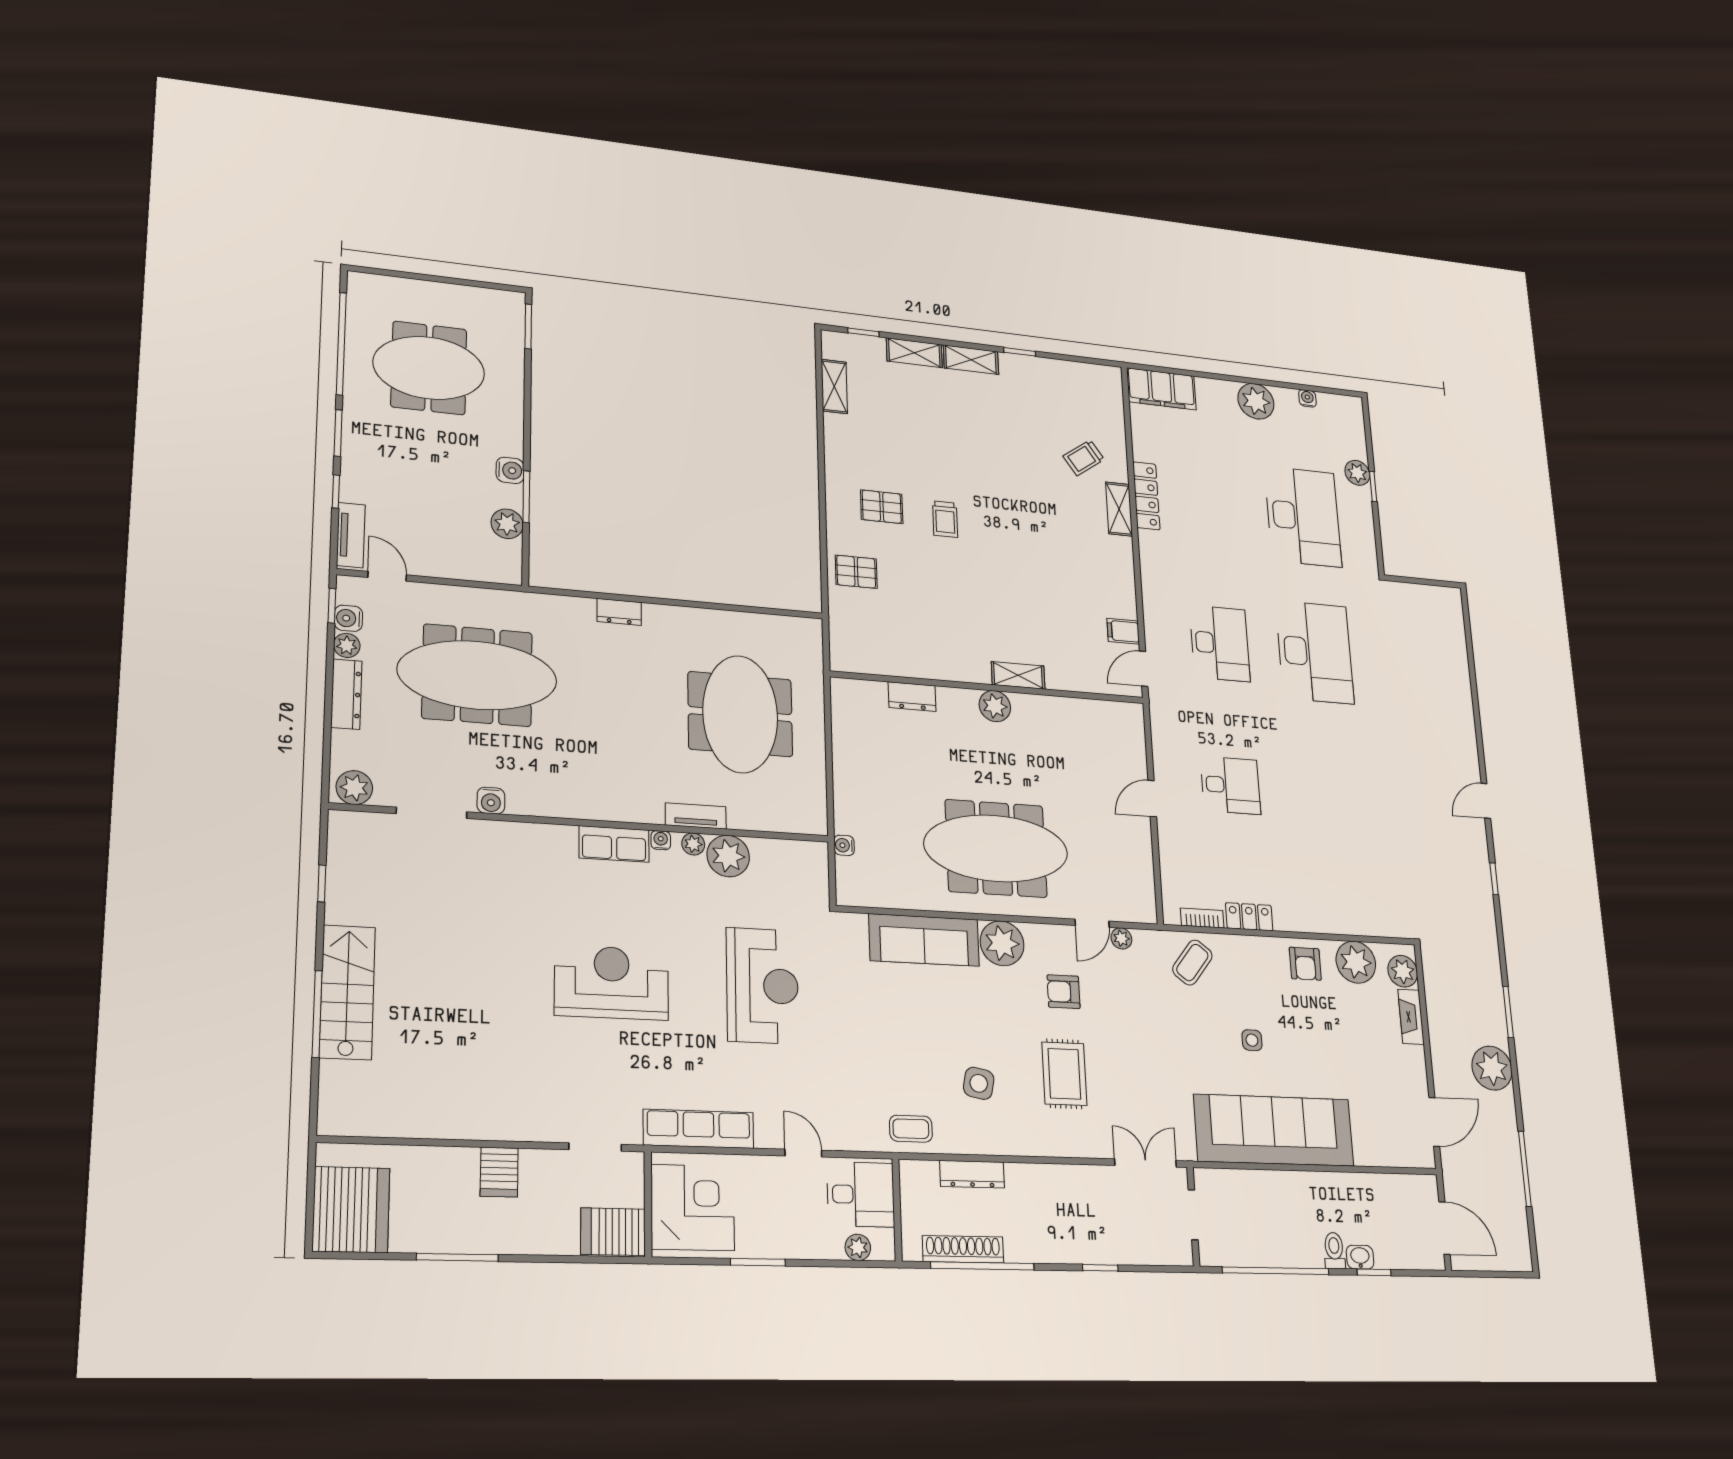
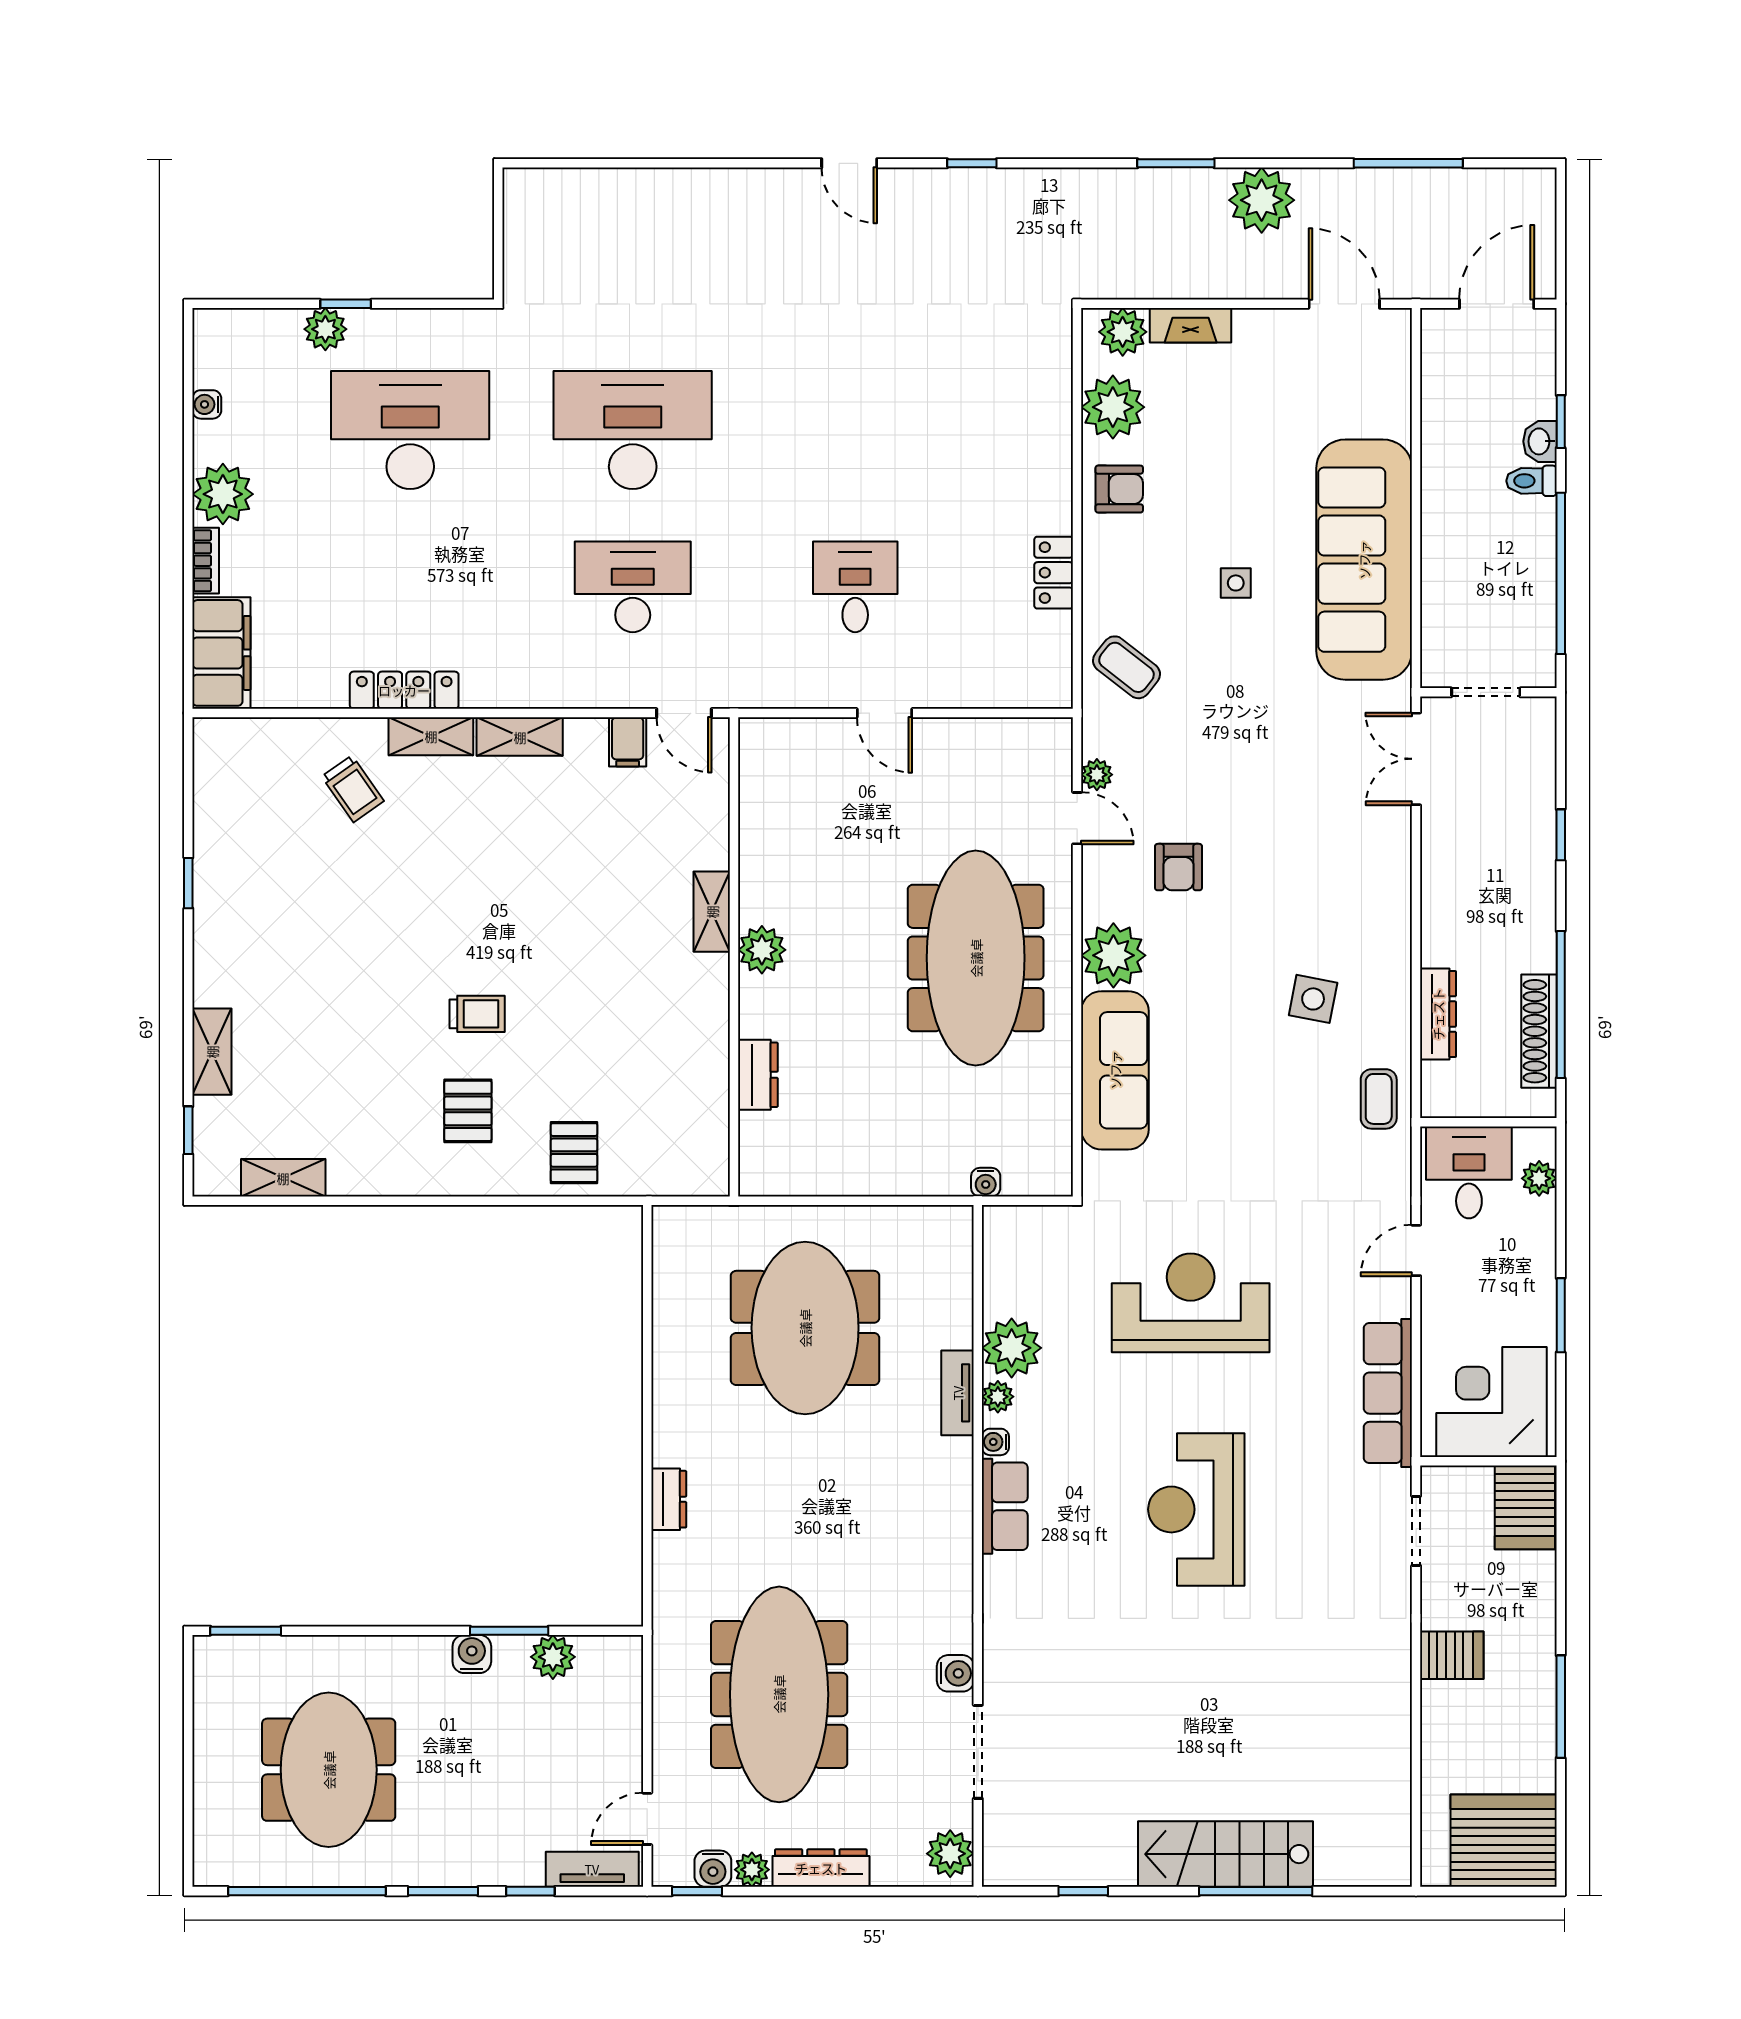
shelving: (971, 360) -> (520, 737), moved, turned 90
meeting table: (740, 714) -> (805, 1328), turned 90
bookcase: (1202, 918) -> (206, 561), moved, turned 180
rug: (1064, 1074) -> (1295, 872), removed

